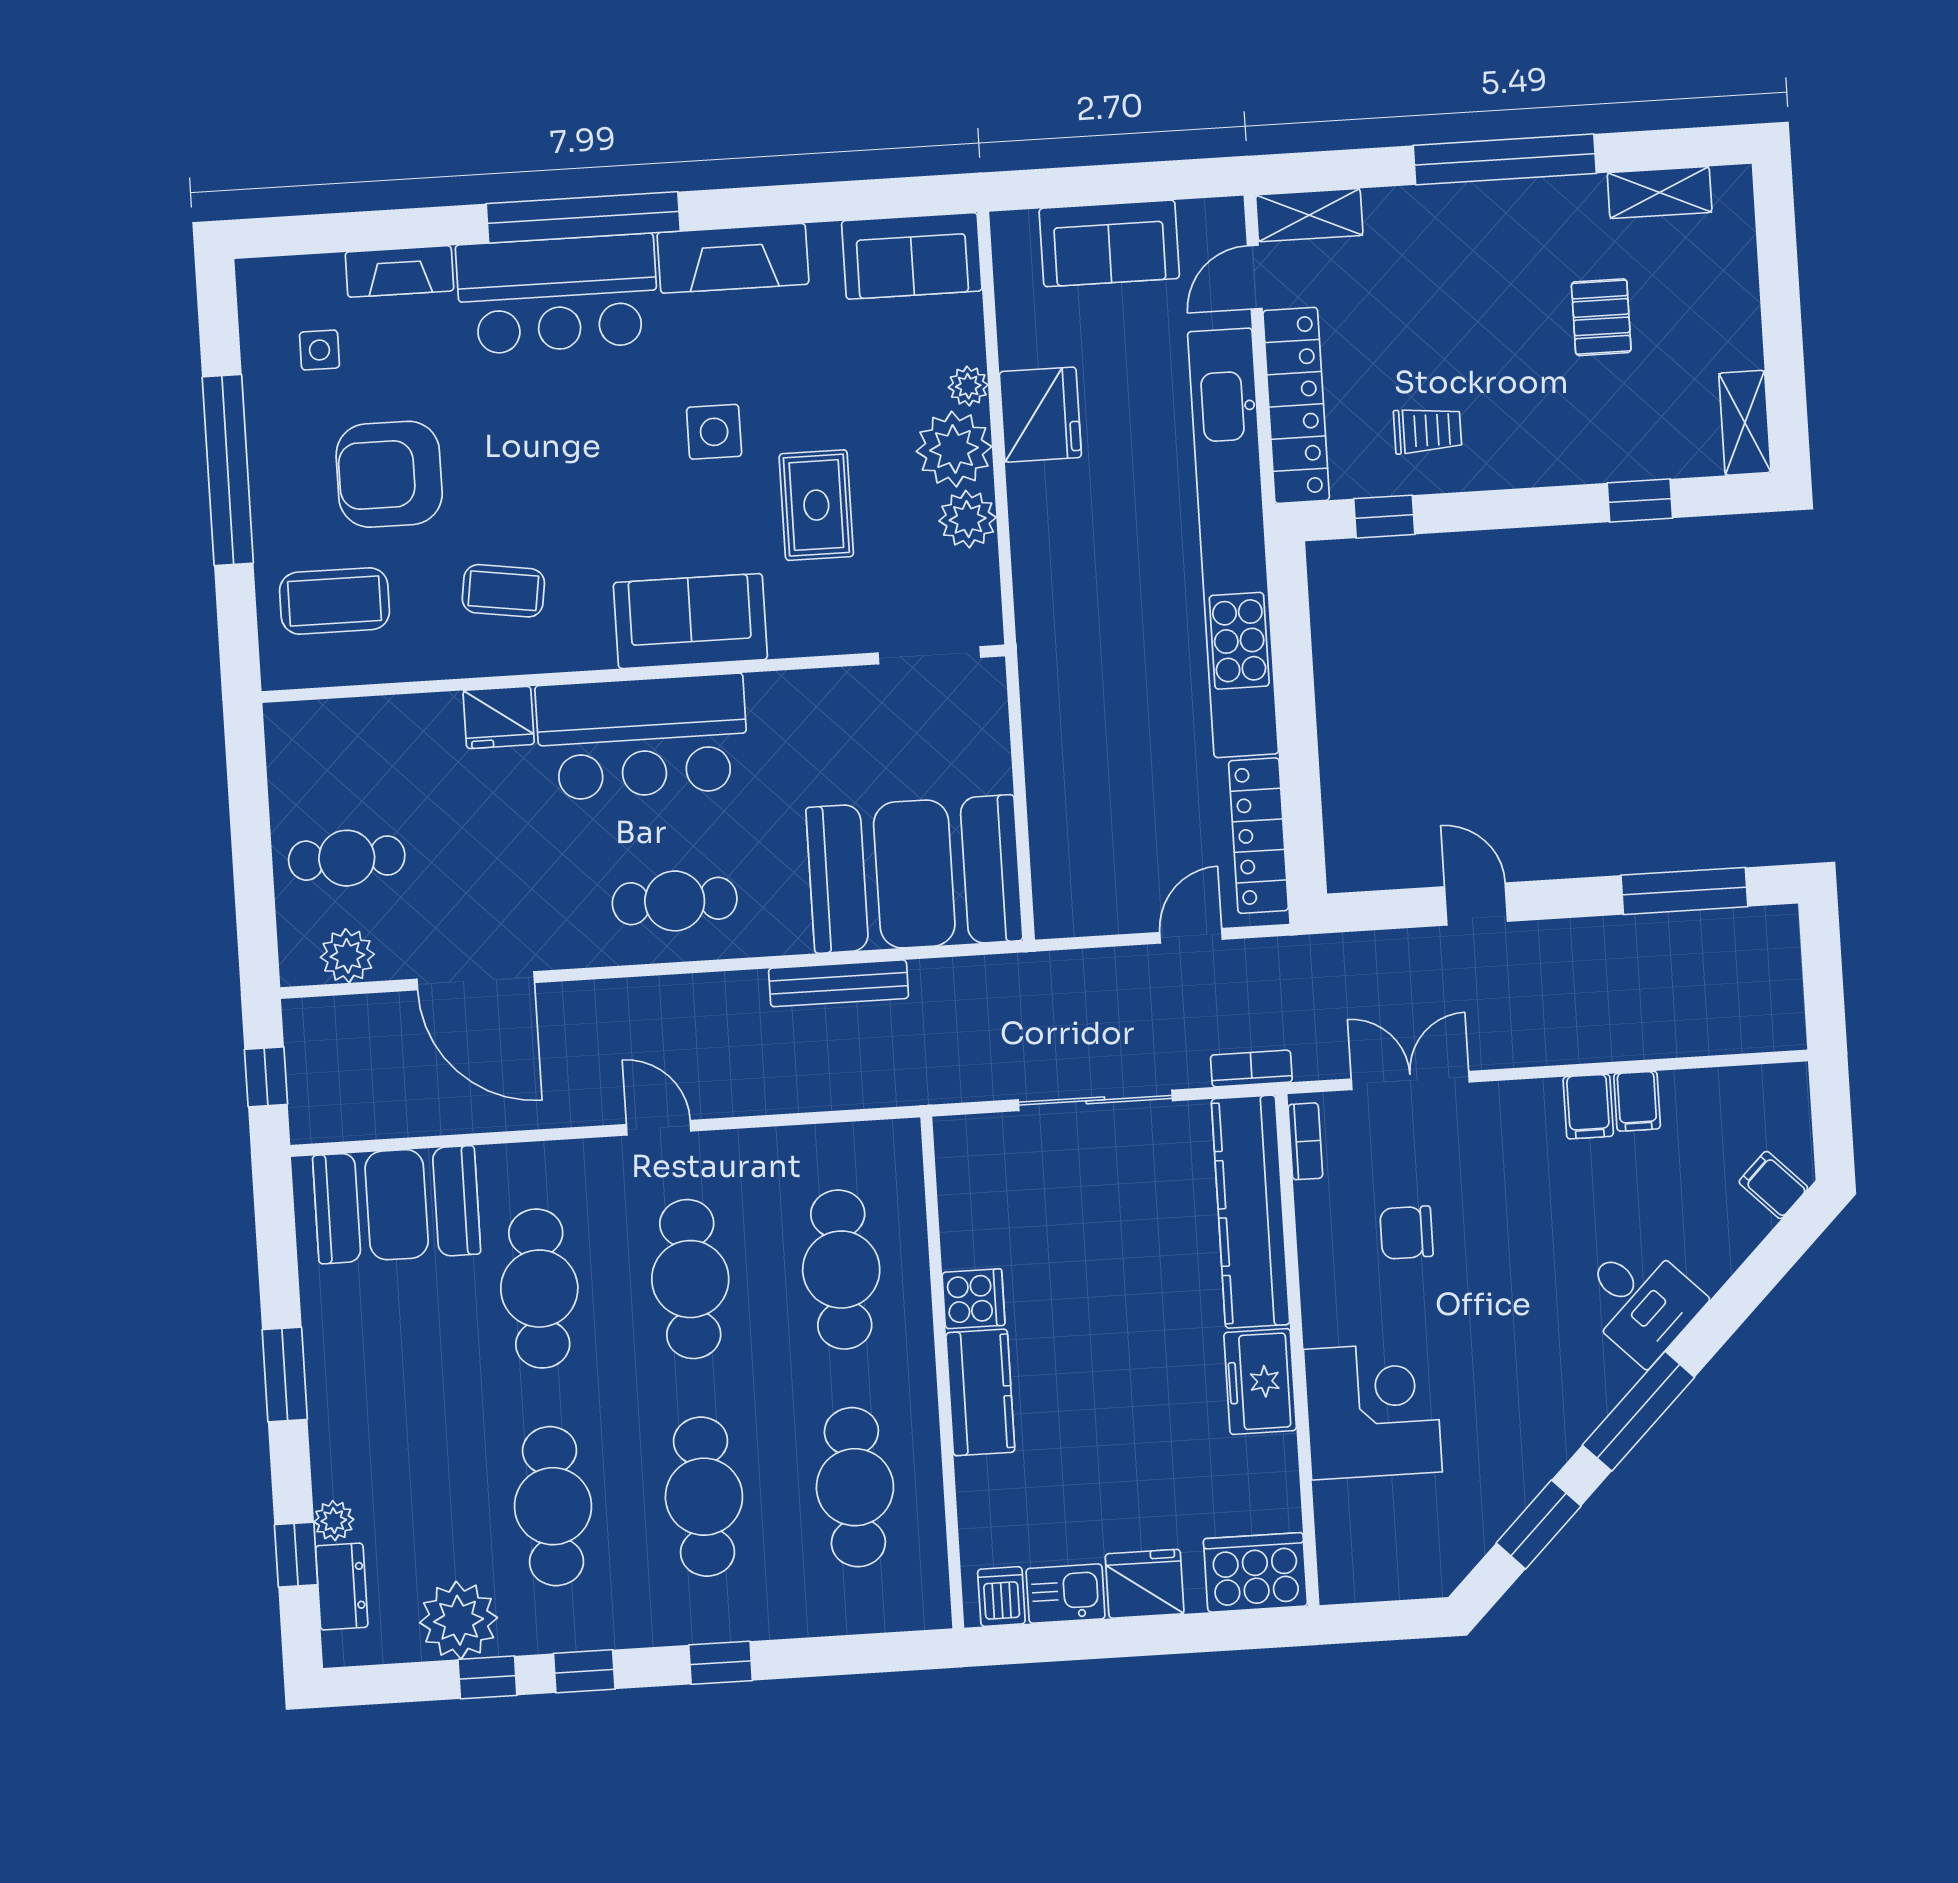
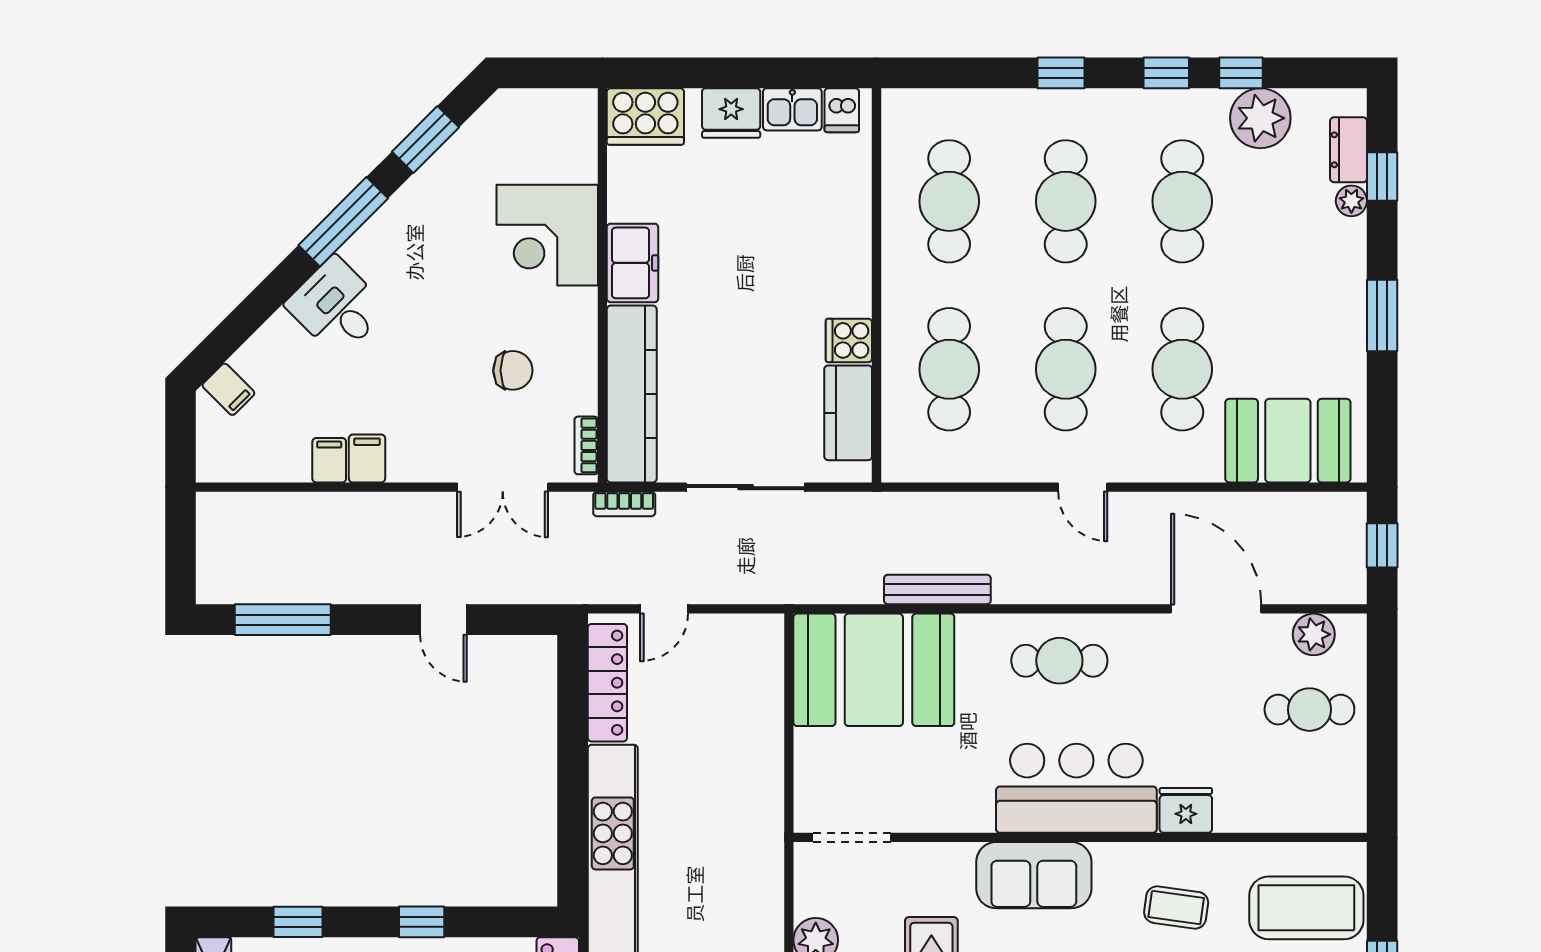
window: (1384, 517) -> (422, 922), moved
coffee table: (335, 601) -> (1306, 908), width x1.36, depth x1.32
kitchen counter: (980, 1392) -> (848, 413), moved

